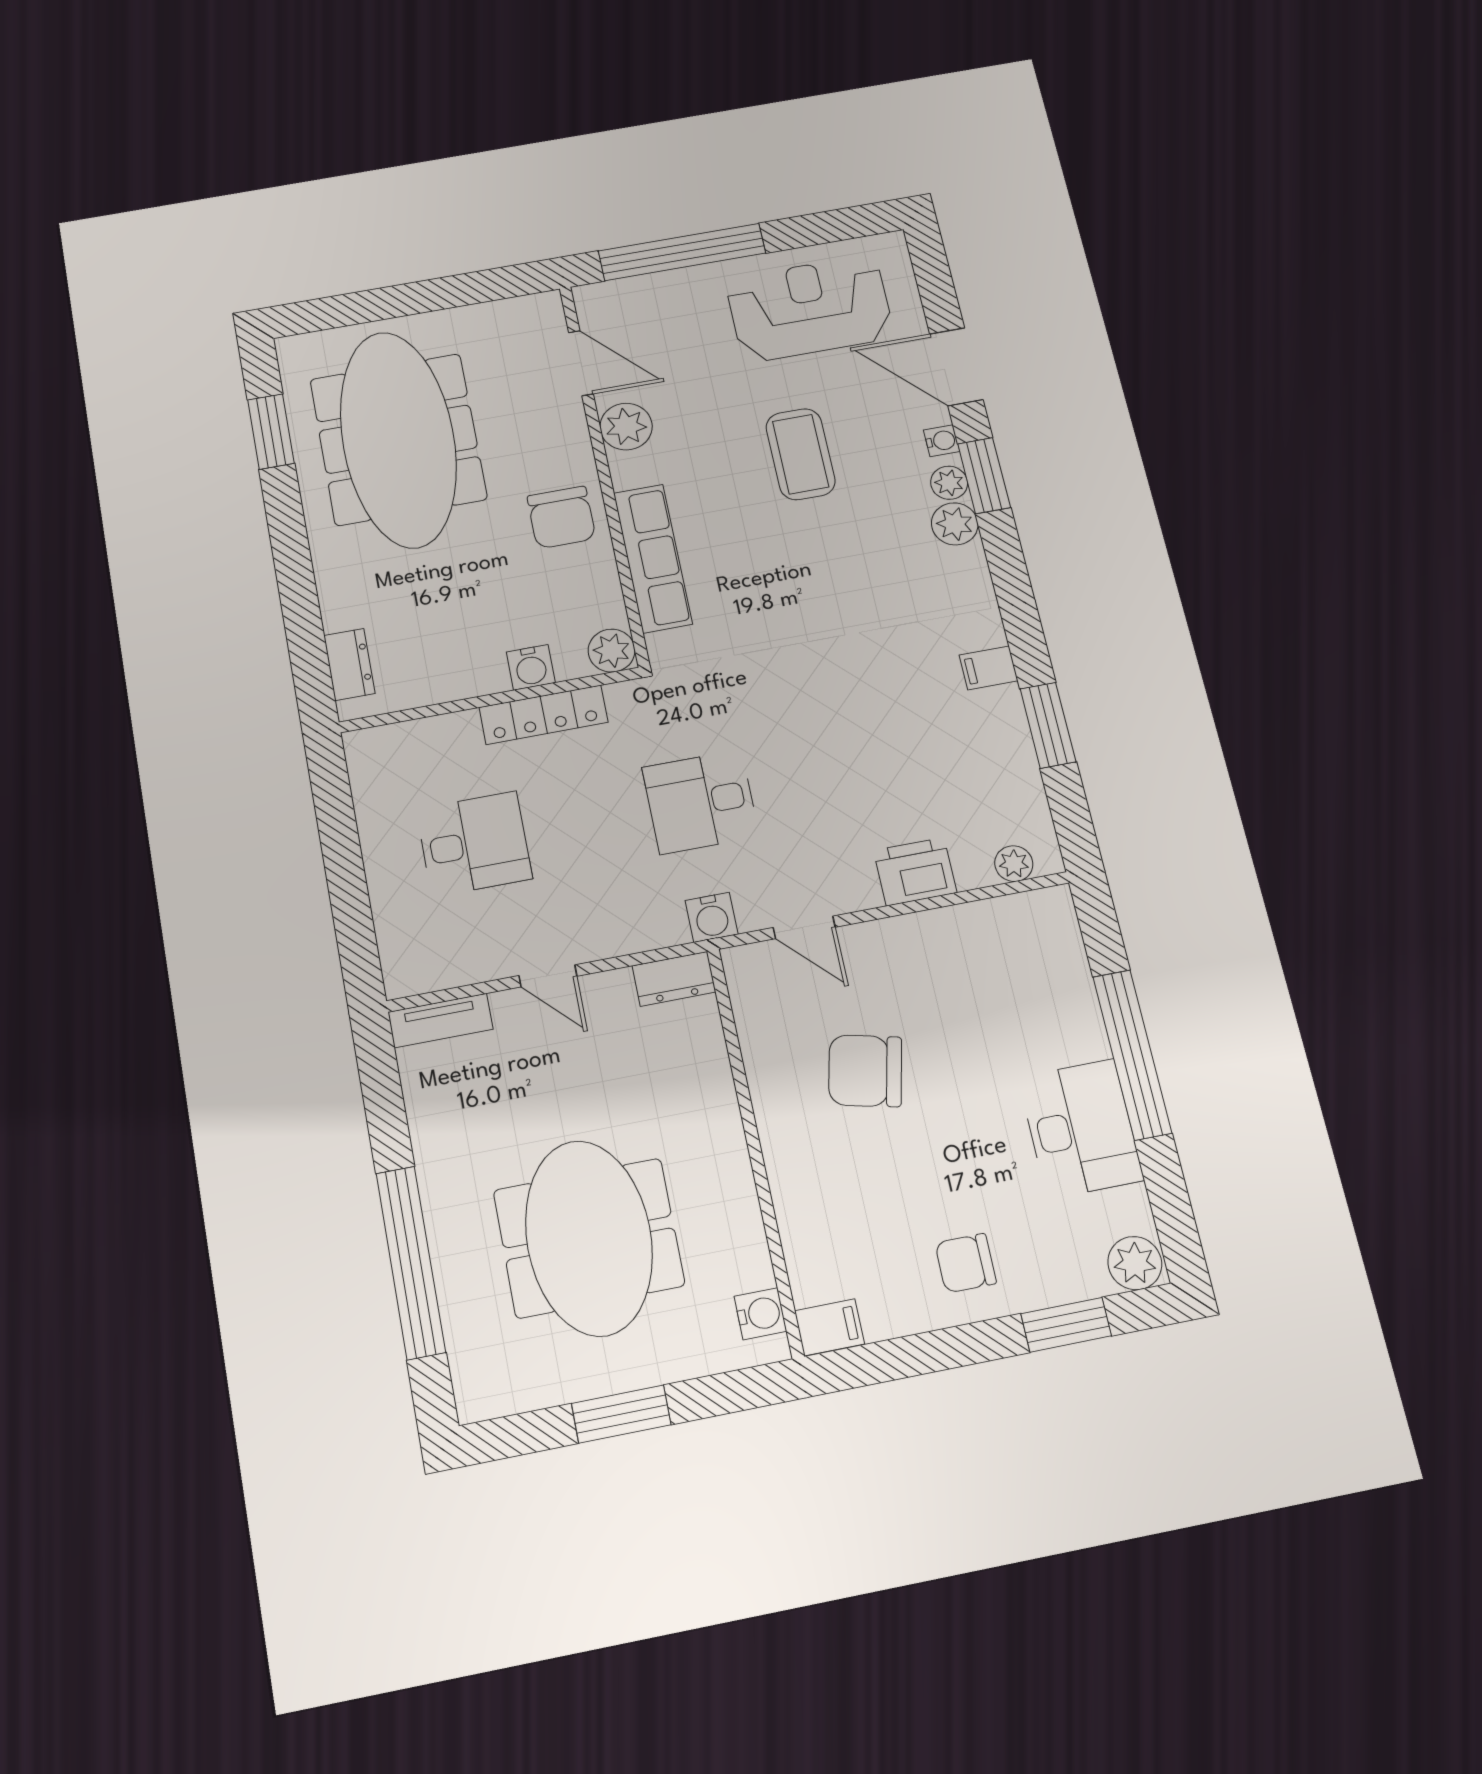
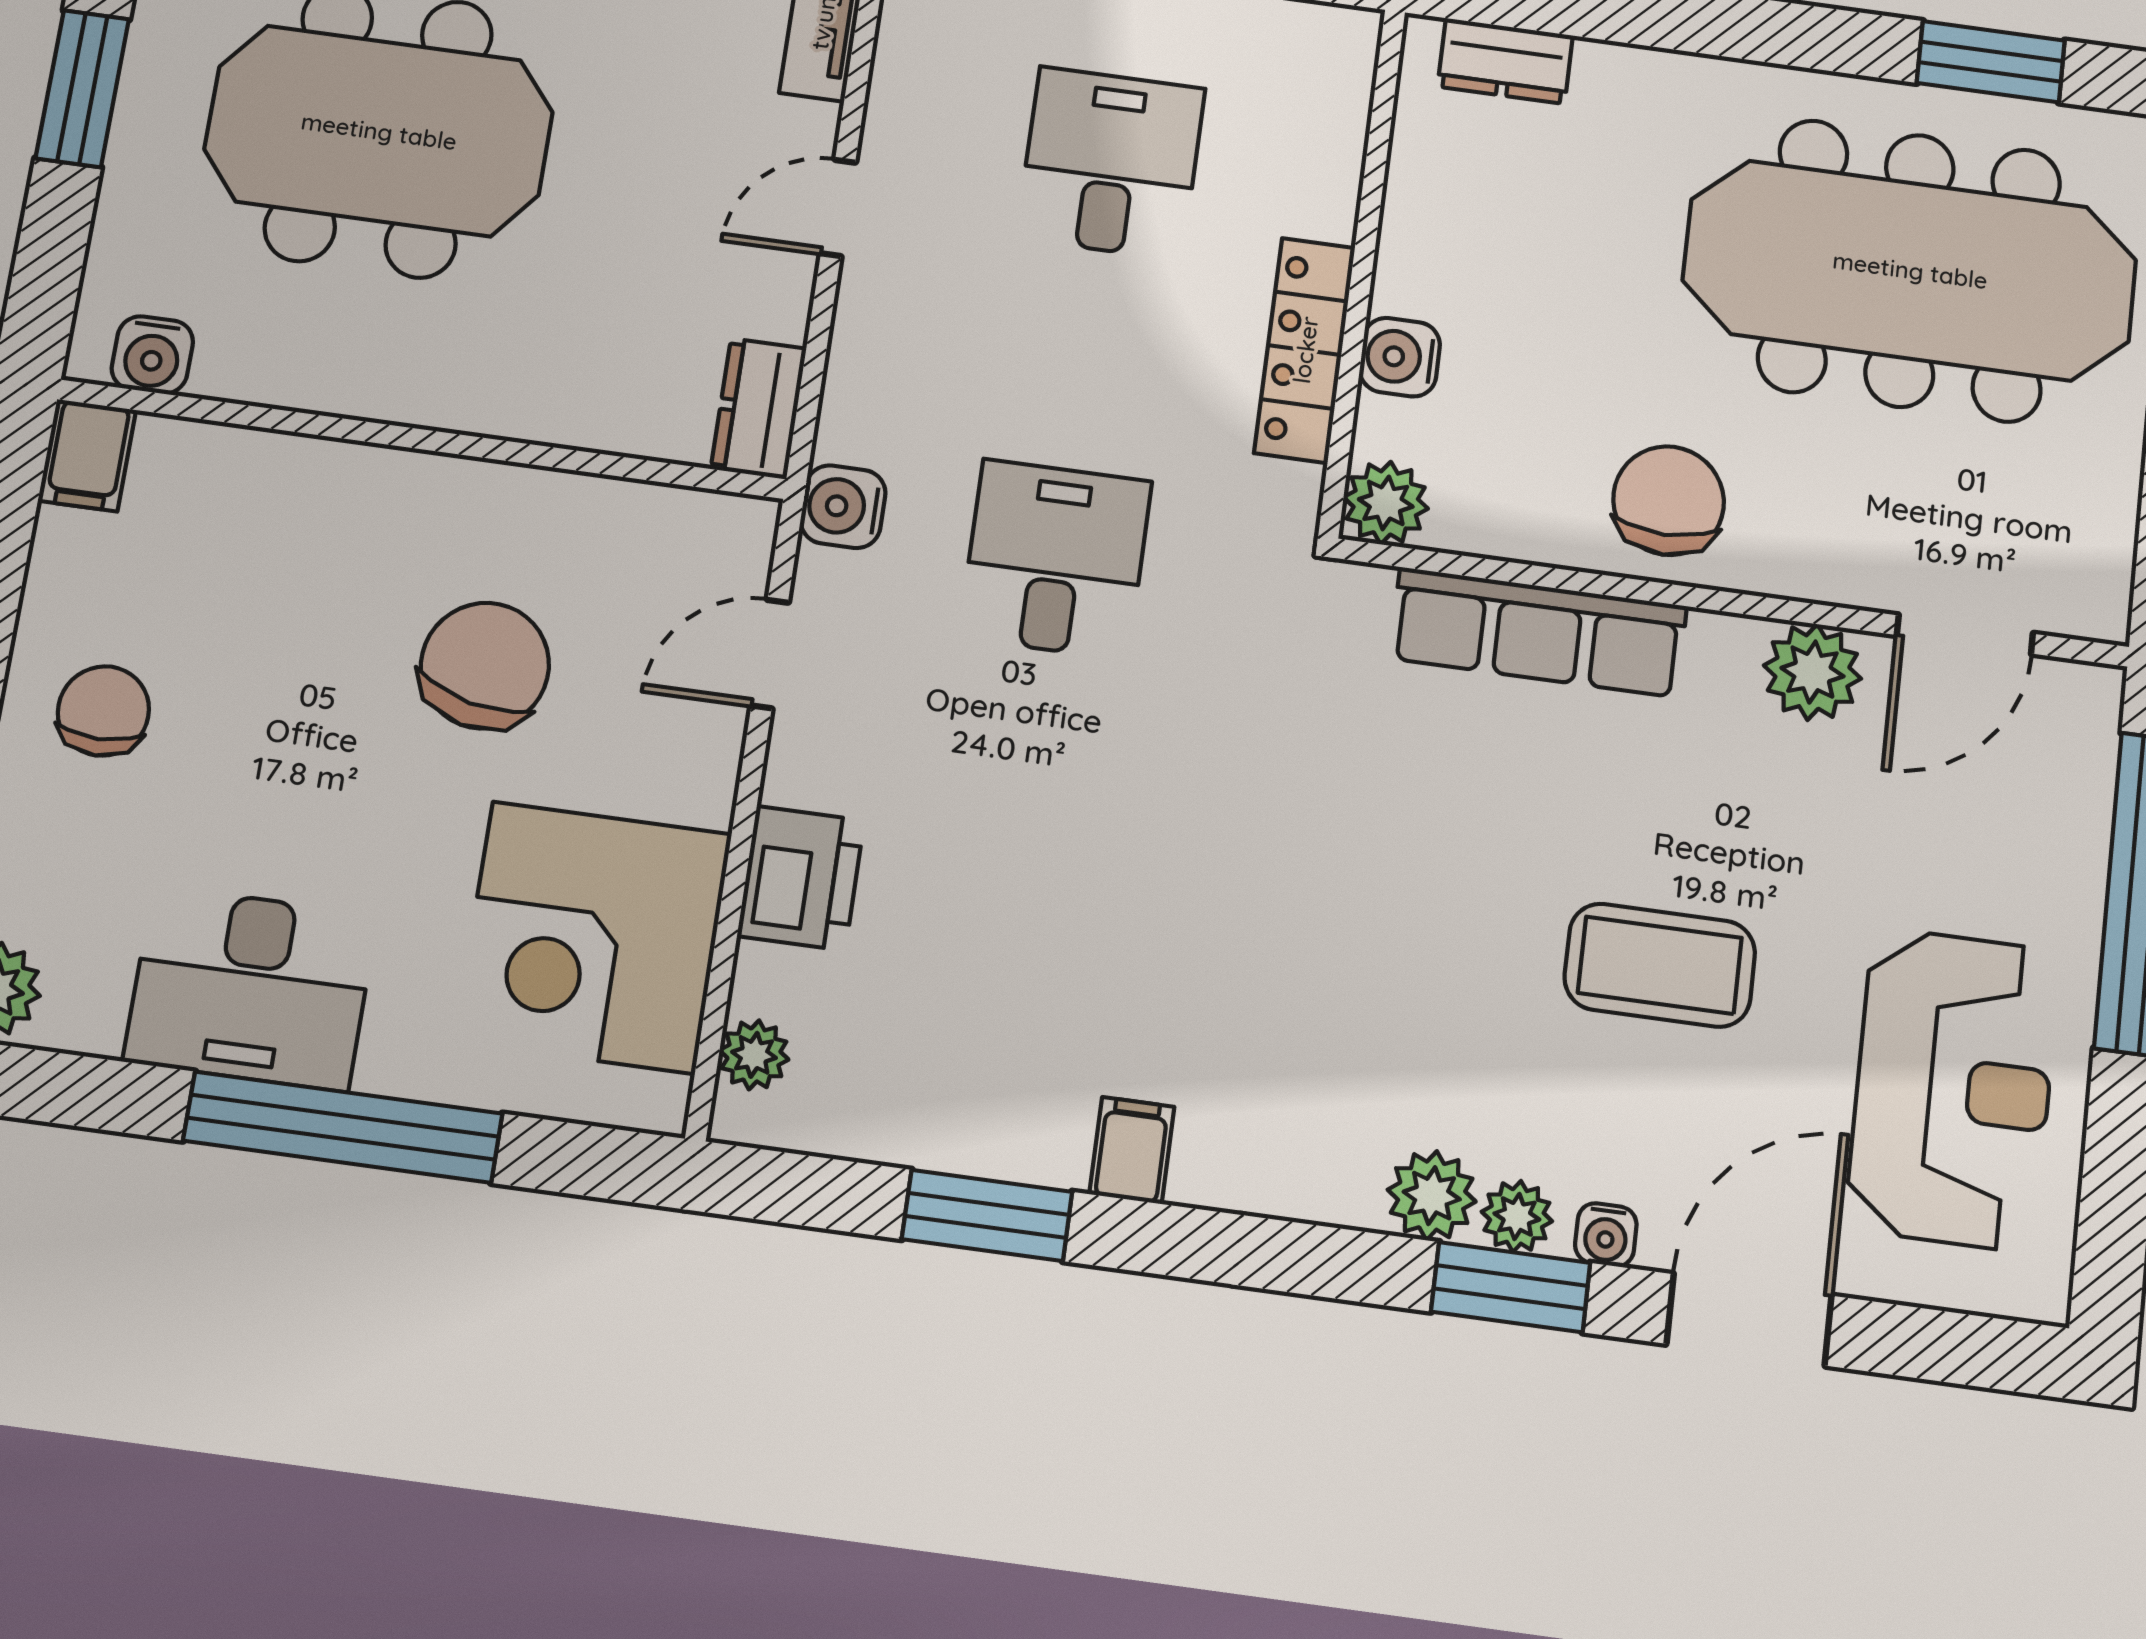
chair: (561, 517) -> (1669, 501), turned 90
desk: (474, 844) -> (1111, 163), turned 180
corner desk: (986, 964) -> (593, 937), added

